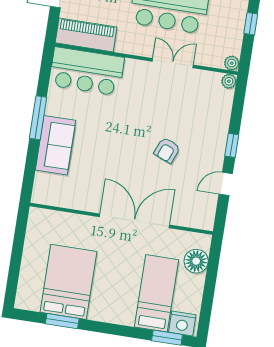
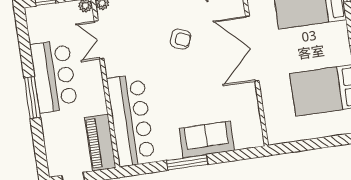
double door: (173, 63) -> (99, 40), moved
bar counter: (87, 71) -> (131, 120), width x1.36

